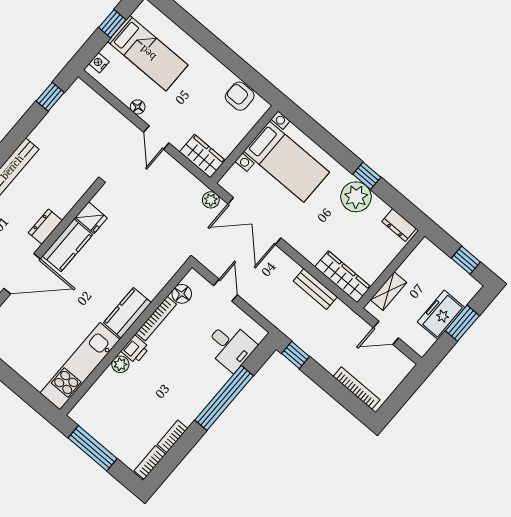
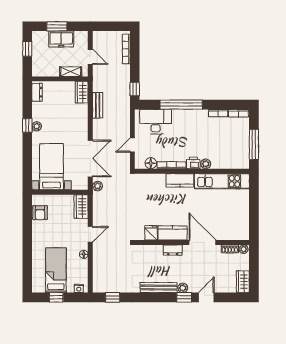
plant: (356, 197) -> (37, 126), width x0.53, depth x0.53
wardrobe: (343, 277) -> (82, 92), width x0.67
desk: (230, 346) -> (156, 122), width x1.37

